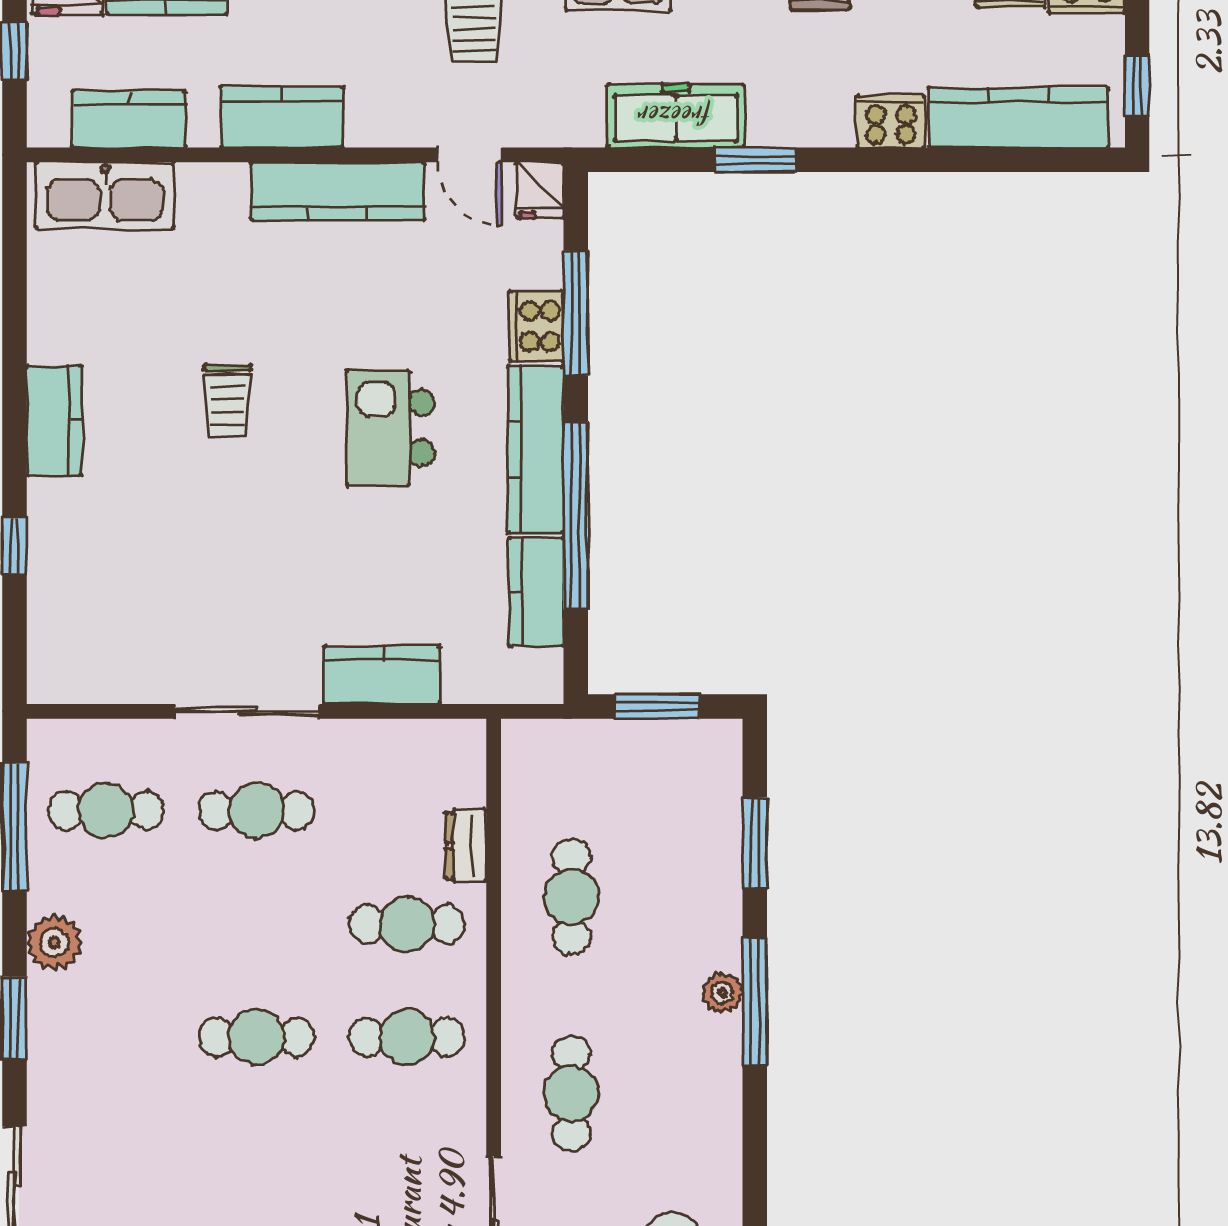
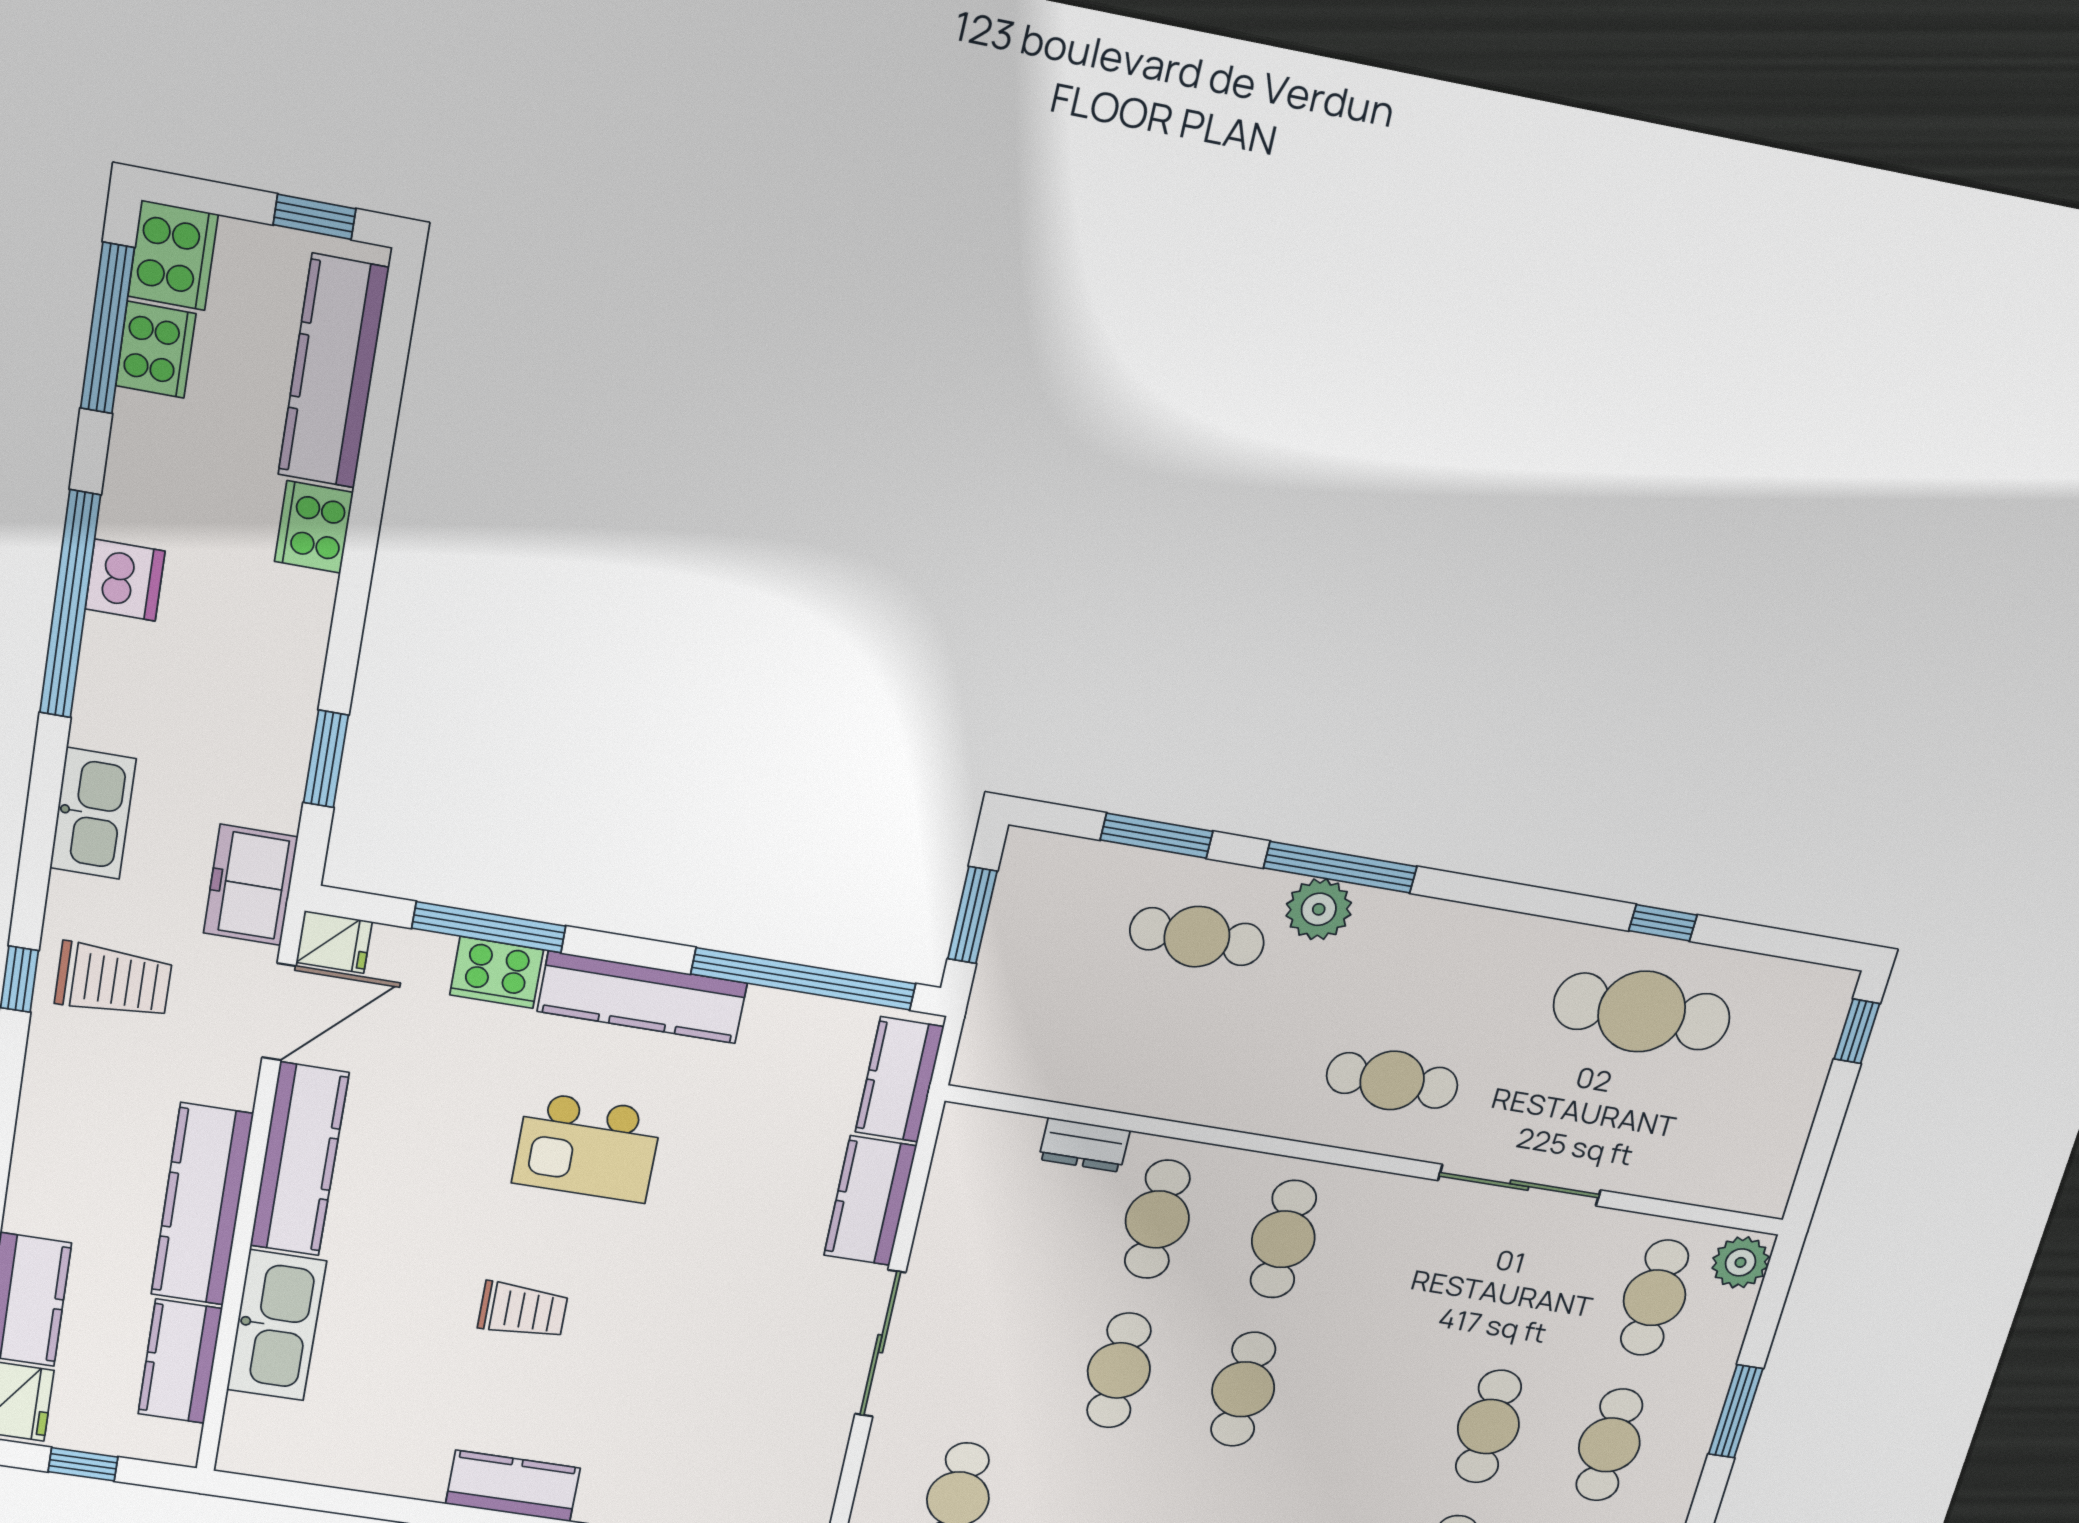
freezer: (676, 116) -> (251, 885), moved, width x0.71
kitchen counter: (282, 117) -> (202, 1204), width x1.50
door: (470, 155) -> (279, 1012), width x1.38
window: (755, 160) -> (326, 759), moved
kitchen sink: (105, 195) -> (277, 1325), moved
window: (576, 515) -> (803, 979), moved
kitchen counter: (536, 592) -> (899, 1080), moved, turned 90
cafe table: (256, 811) -> (1119, 1370), moved
cafe table: (571, 897) -> (1197, 937), moved
plant: (722, 993) -> (1319, 909), width x1.38, depth x1.38

